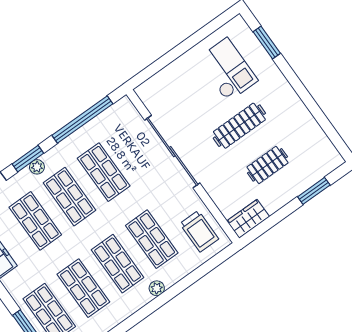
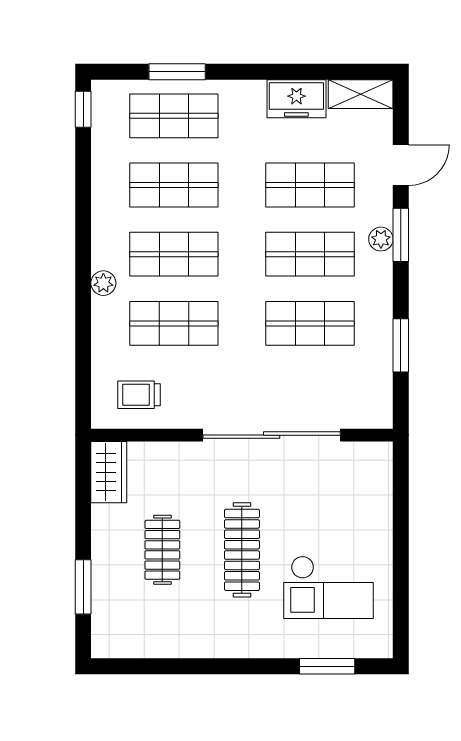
window: (82, 120) -> (401, 345), width x0.47
trolley: (199, 231) -> (139, 395), width x0.73, depth x0.72

